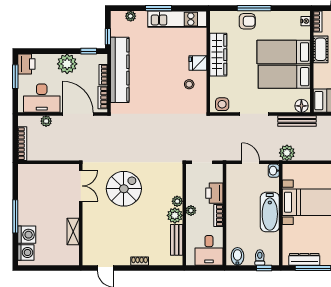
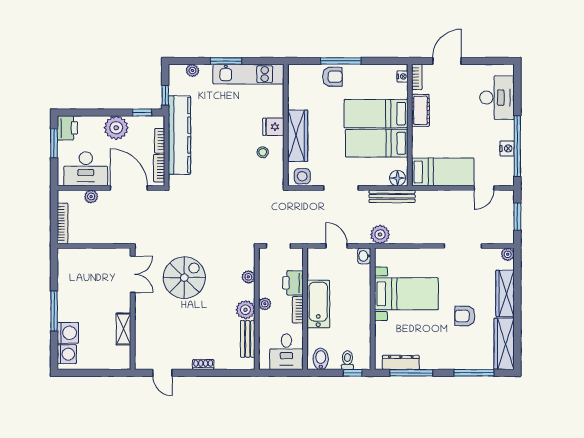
wardrobe: (218, 55) -> (298, 136), moved
plant: (177, 201) -> (248, 277), moved
bathtub: (270, 212) -> (318, 304), moved, turned 180

